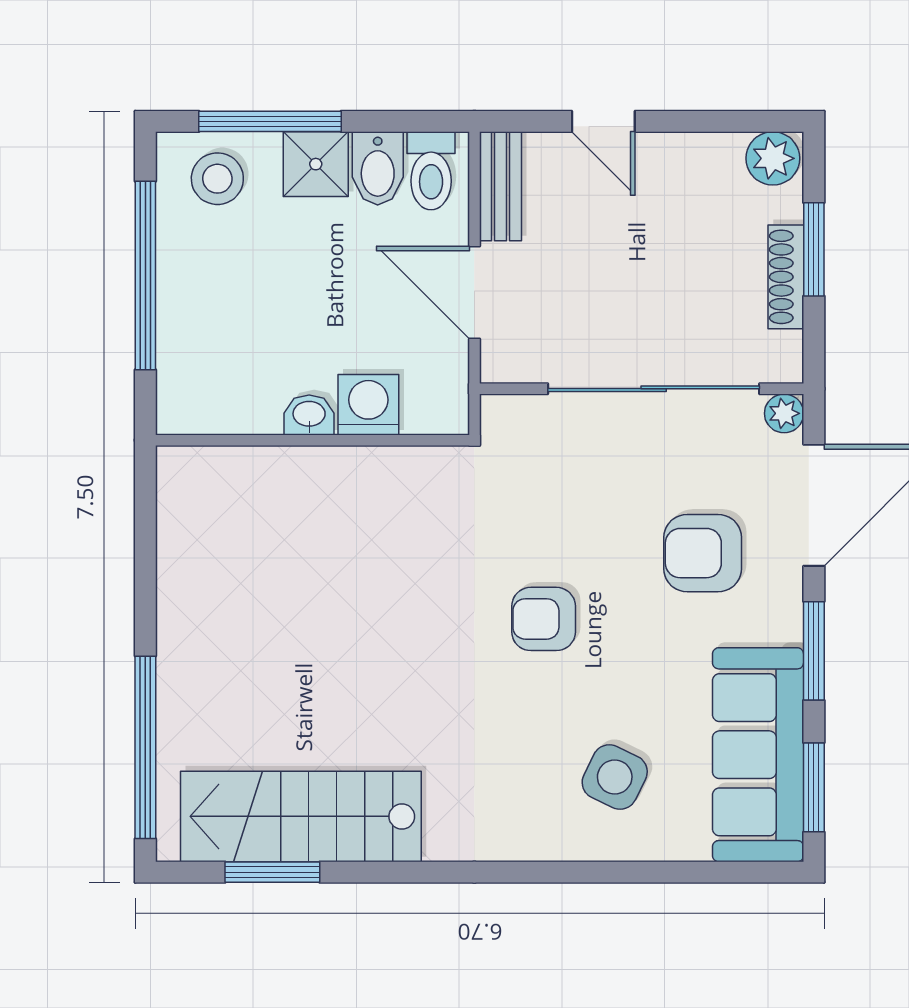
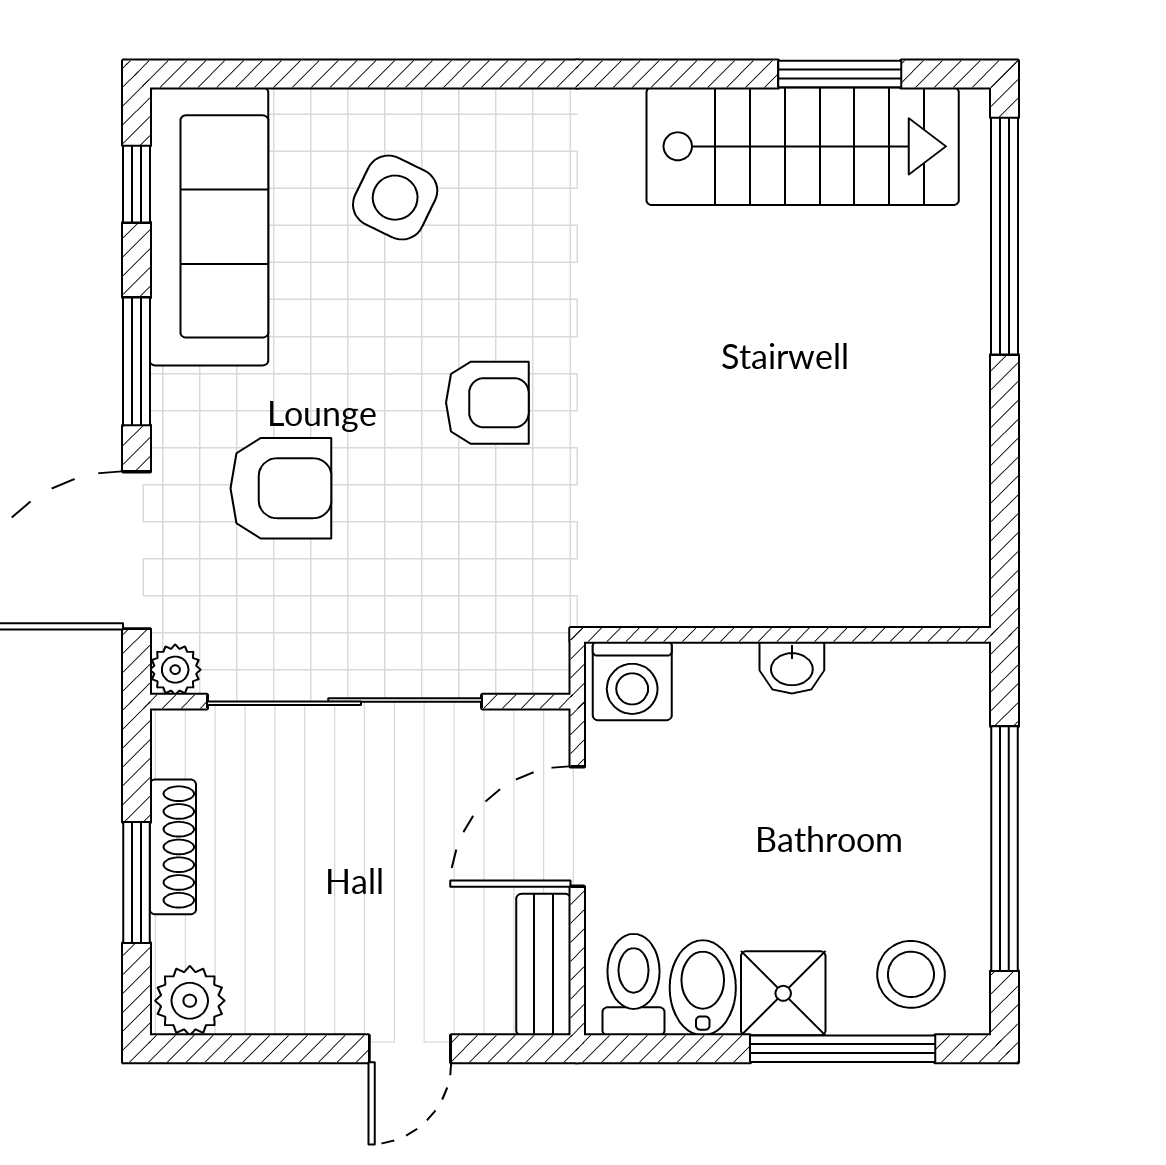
door: (603, 121) -> (410, 1049), swing flipped
door: (474, 293) -> (577, 827), swing flipped
washing machine: (368, 405) -> (632, 681), moved
window: (814, 787) -> (137, 184), width x0.67

